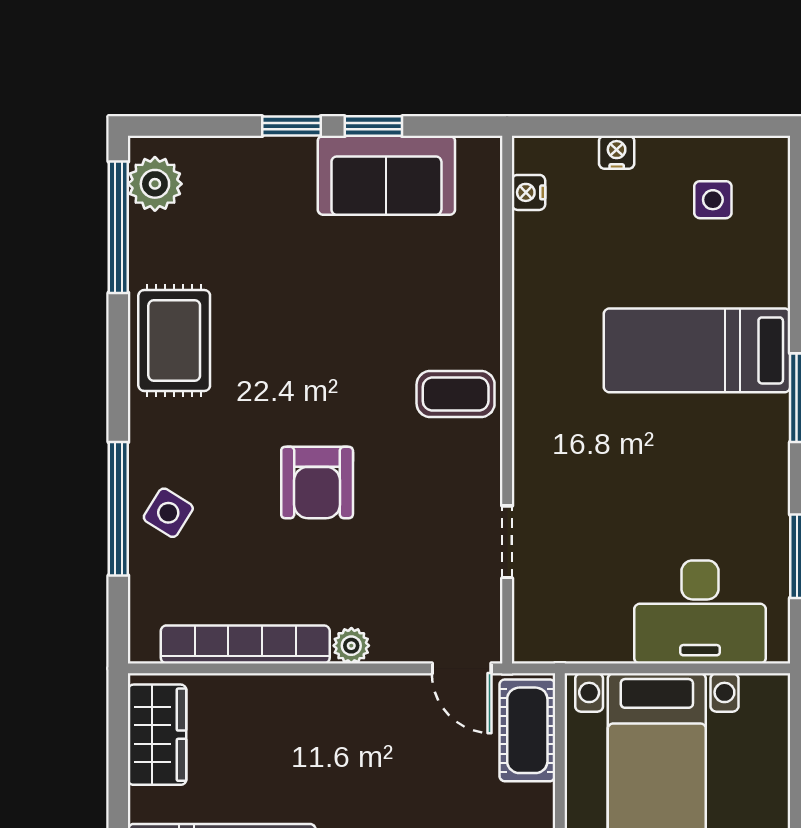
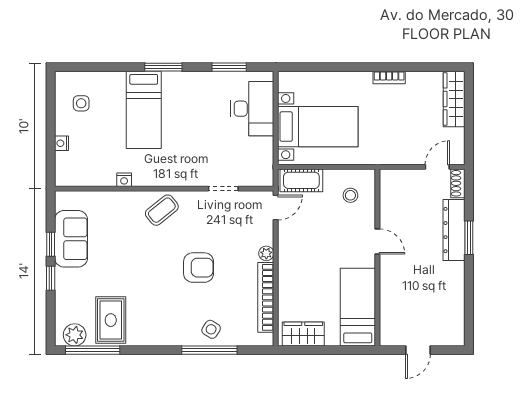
nightstand: (528, 192) -> (124, 180), moved
rug: (174, 341) -> (111, 320), moved, turned 90
coffee table: (456, 394) -> (162, 210), turned 51

